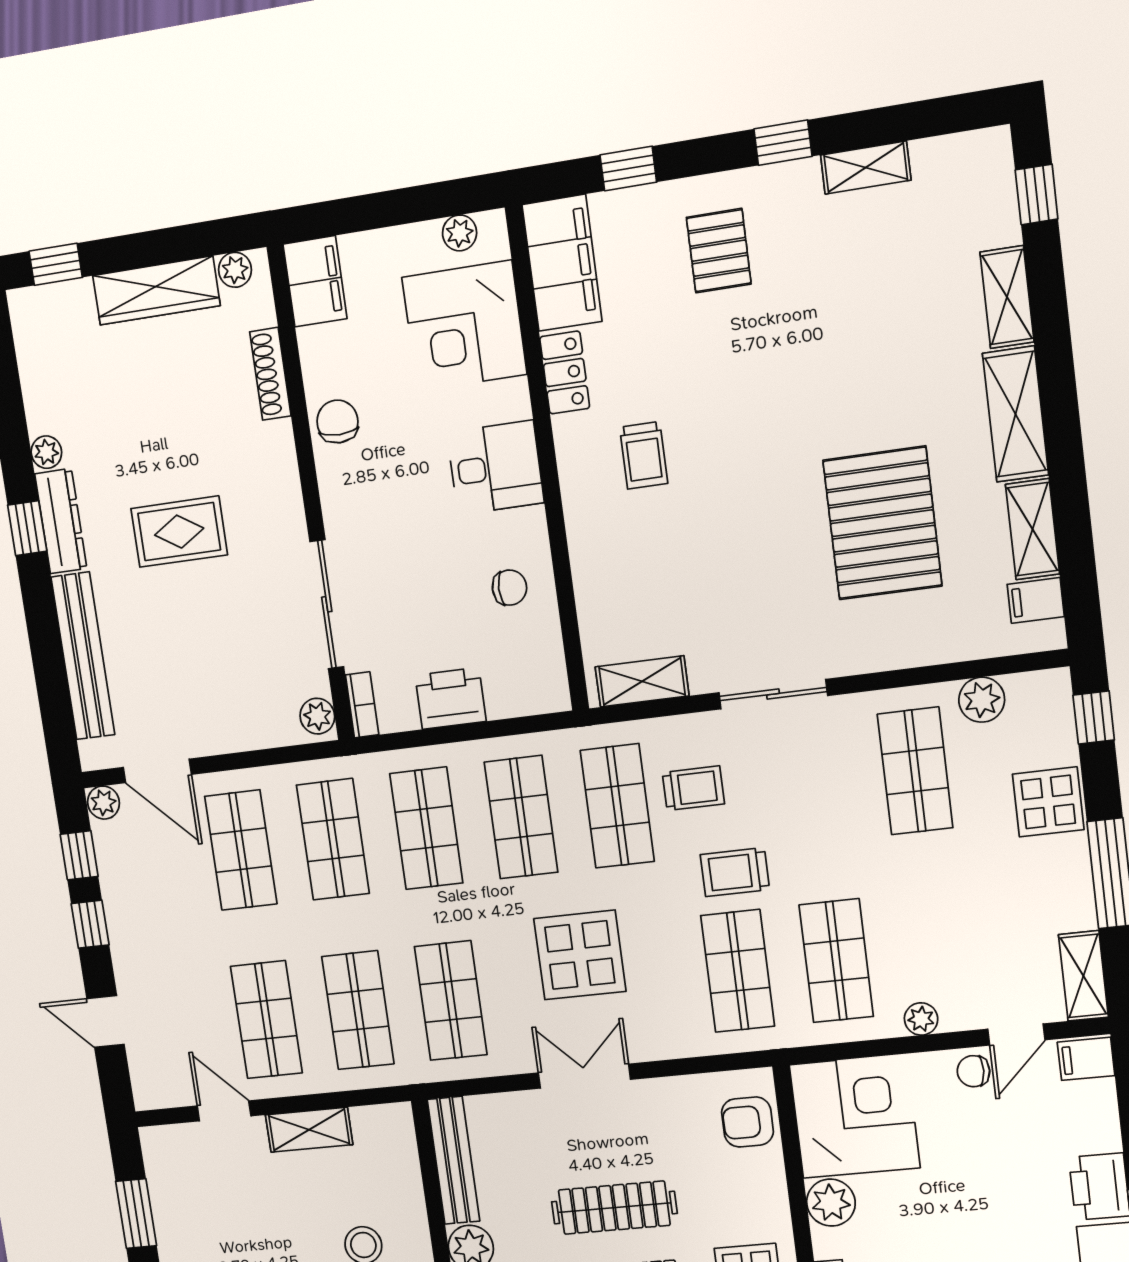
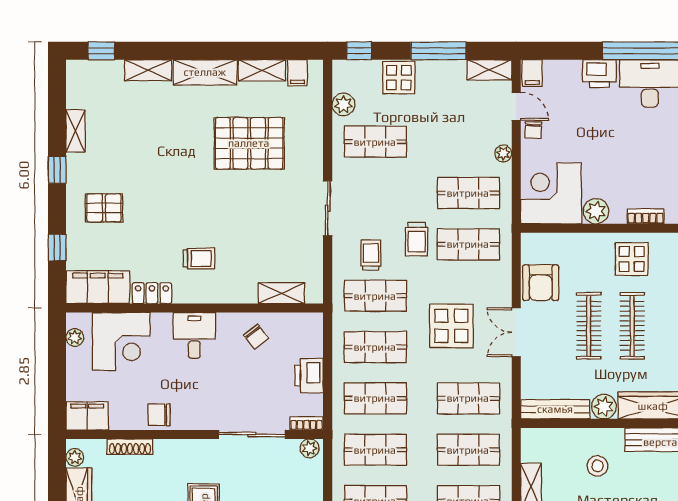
chair: (510, 588) -> (256, 337), turned 143
shelving: (642, 681) -> (281, 293), moved, turned 90
armchair: (747, 1122) -> (541, 283), moved, width x1.38, depth x1.38

